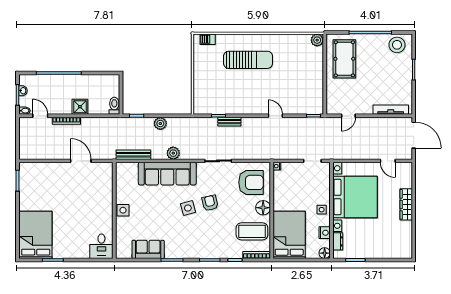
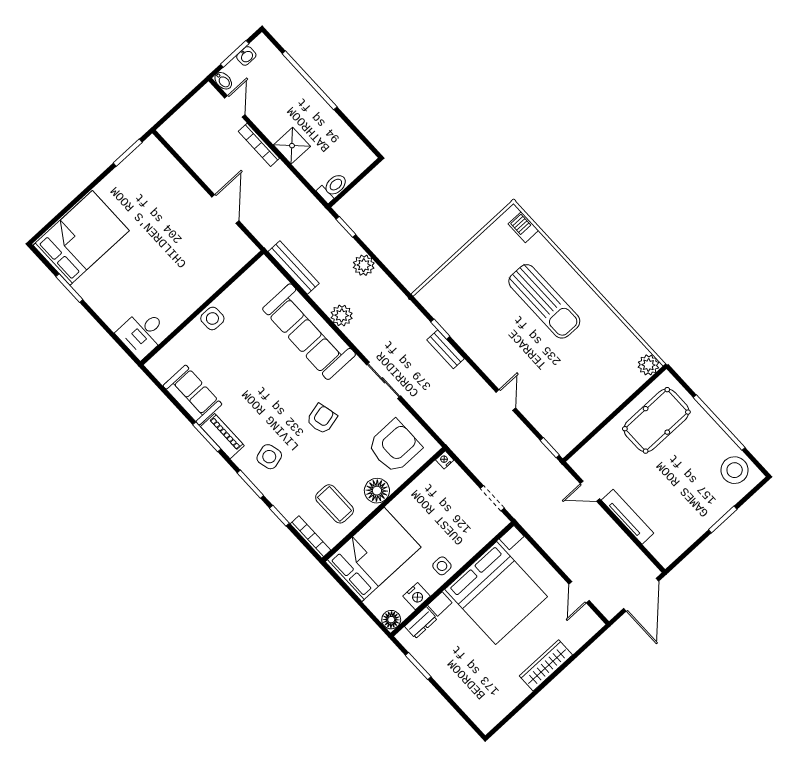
tv unit: (391, 110) -> (628, 517), moved
armchair: (251, 182) -> (395, 446), turned -90
side table: (188, 208) -> (269, 457), moved
coffee table: (252, 231) -> (335, 504), width x0.73, depth x0.76
piano: (178, 253) -> (222, 436), added

